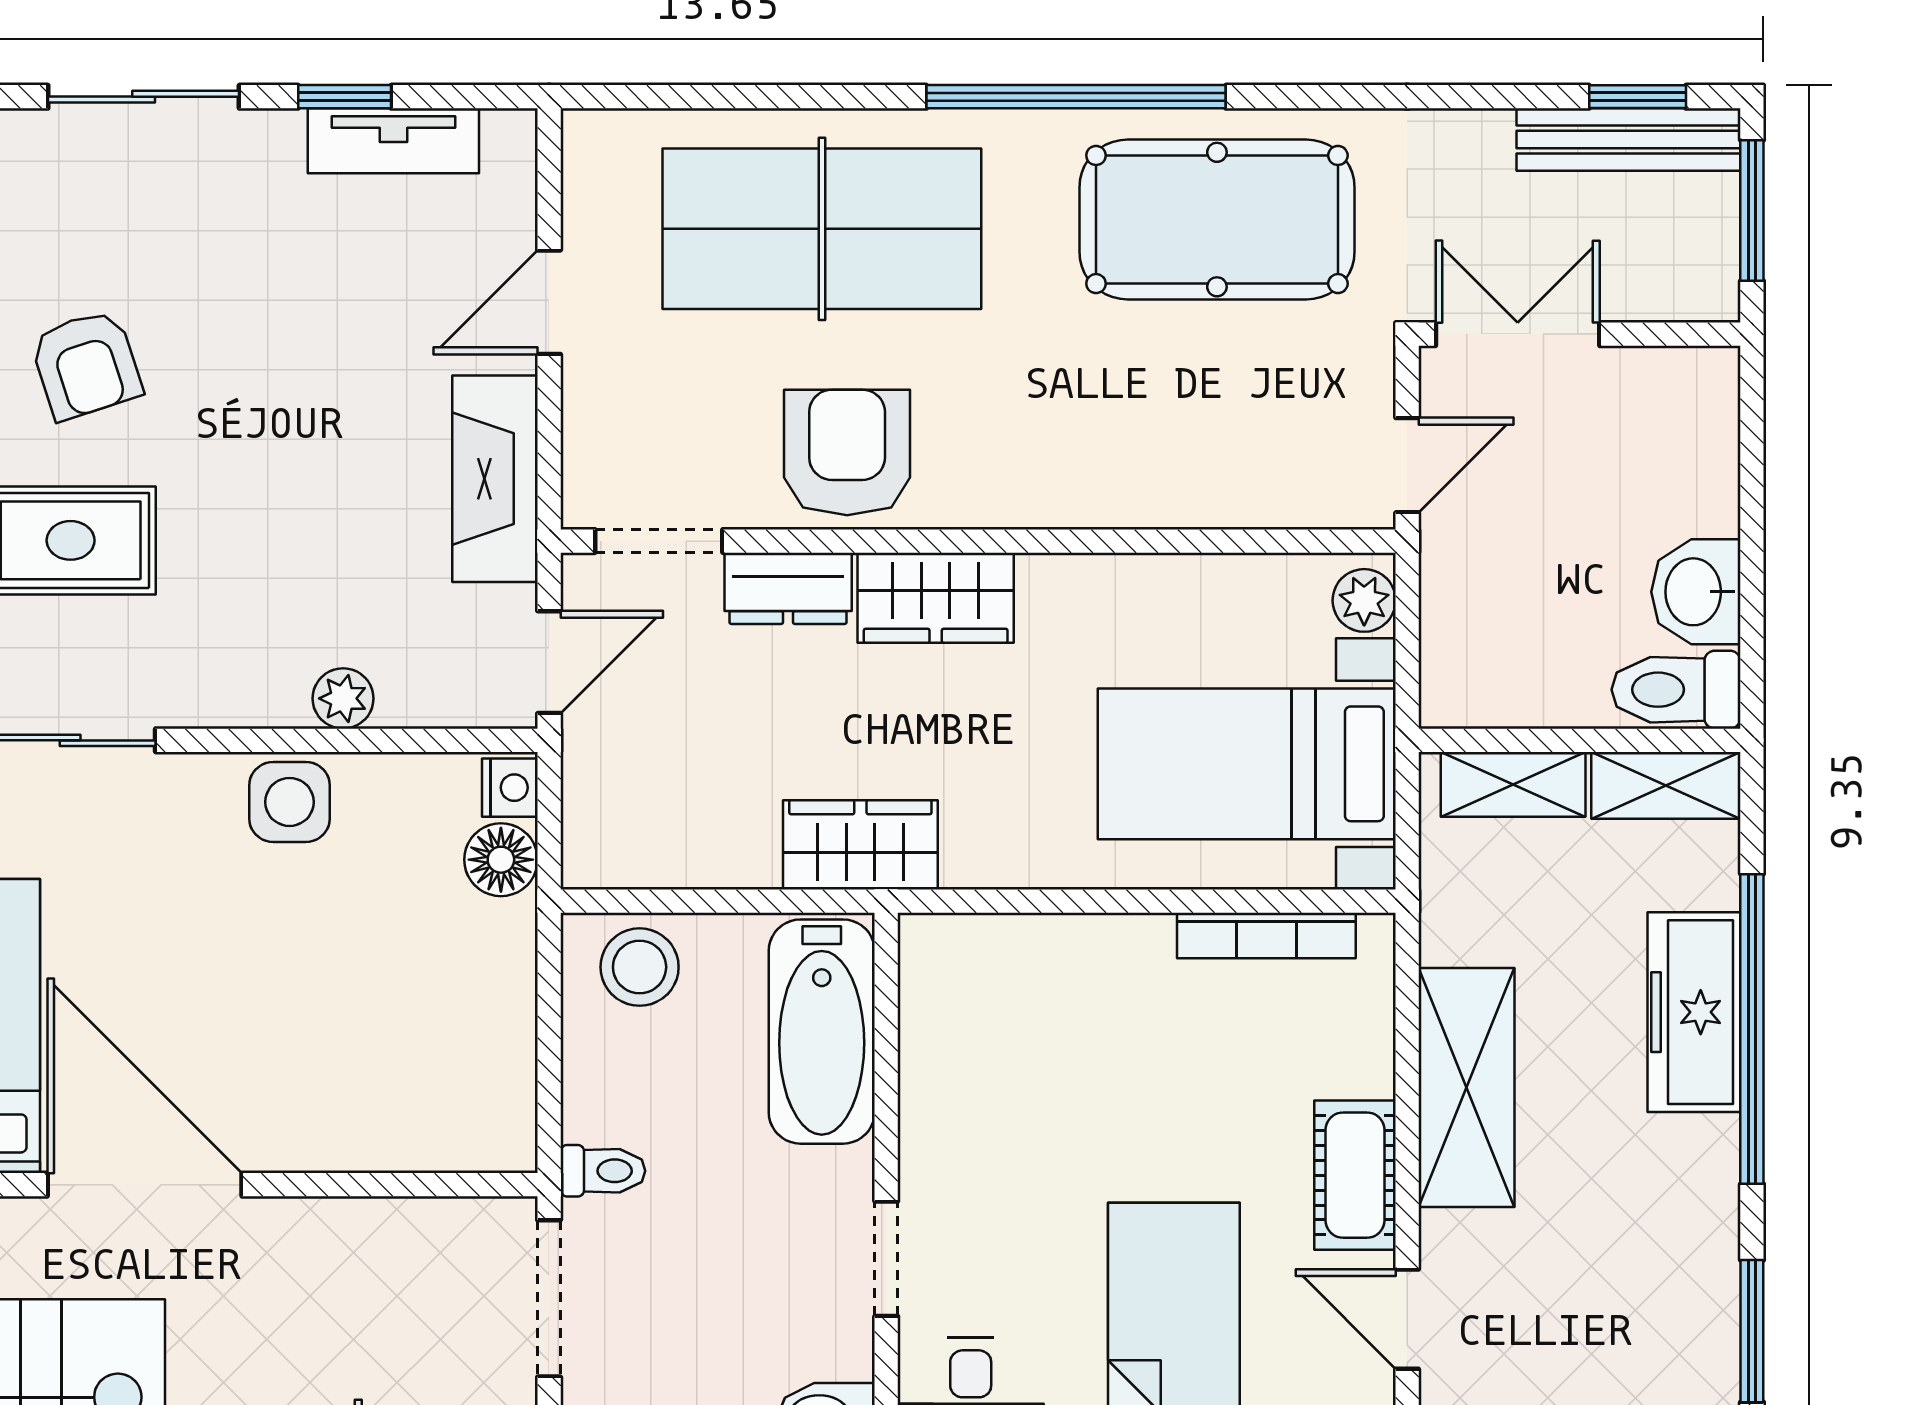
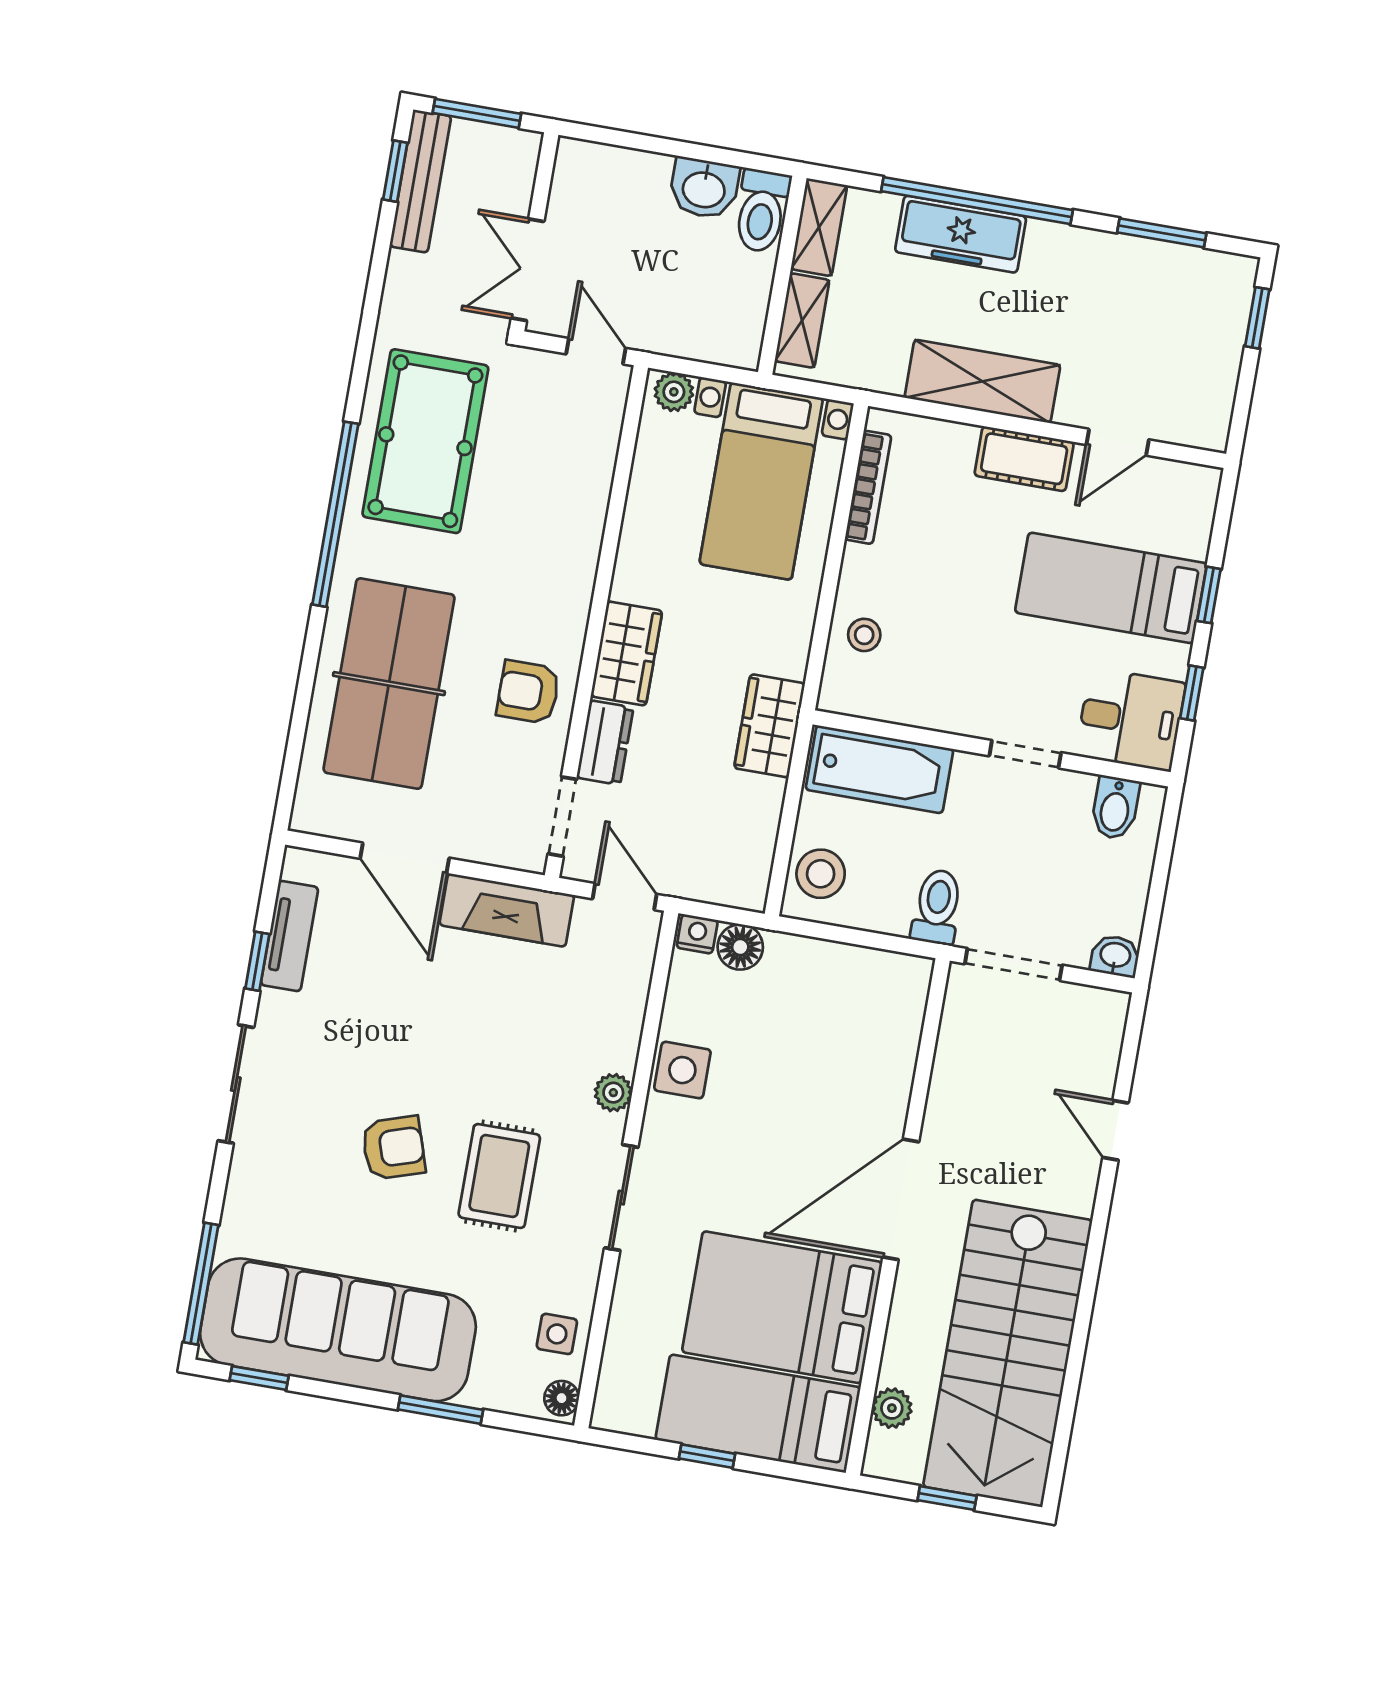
door: (549, 302) -> (405, 858), width x1.38
armchair: (847, 452) -> (528, 692), width x0.72, depth x0.72
plant: (343, 698) -> (613, 1093), moved
stool: (1031, 970) -> (864, 635), added
toilet: (603, 1171) -> (937, 907), width x1.37, depth x1.39

